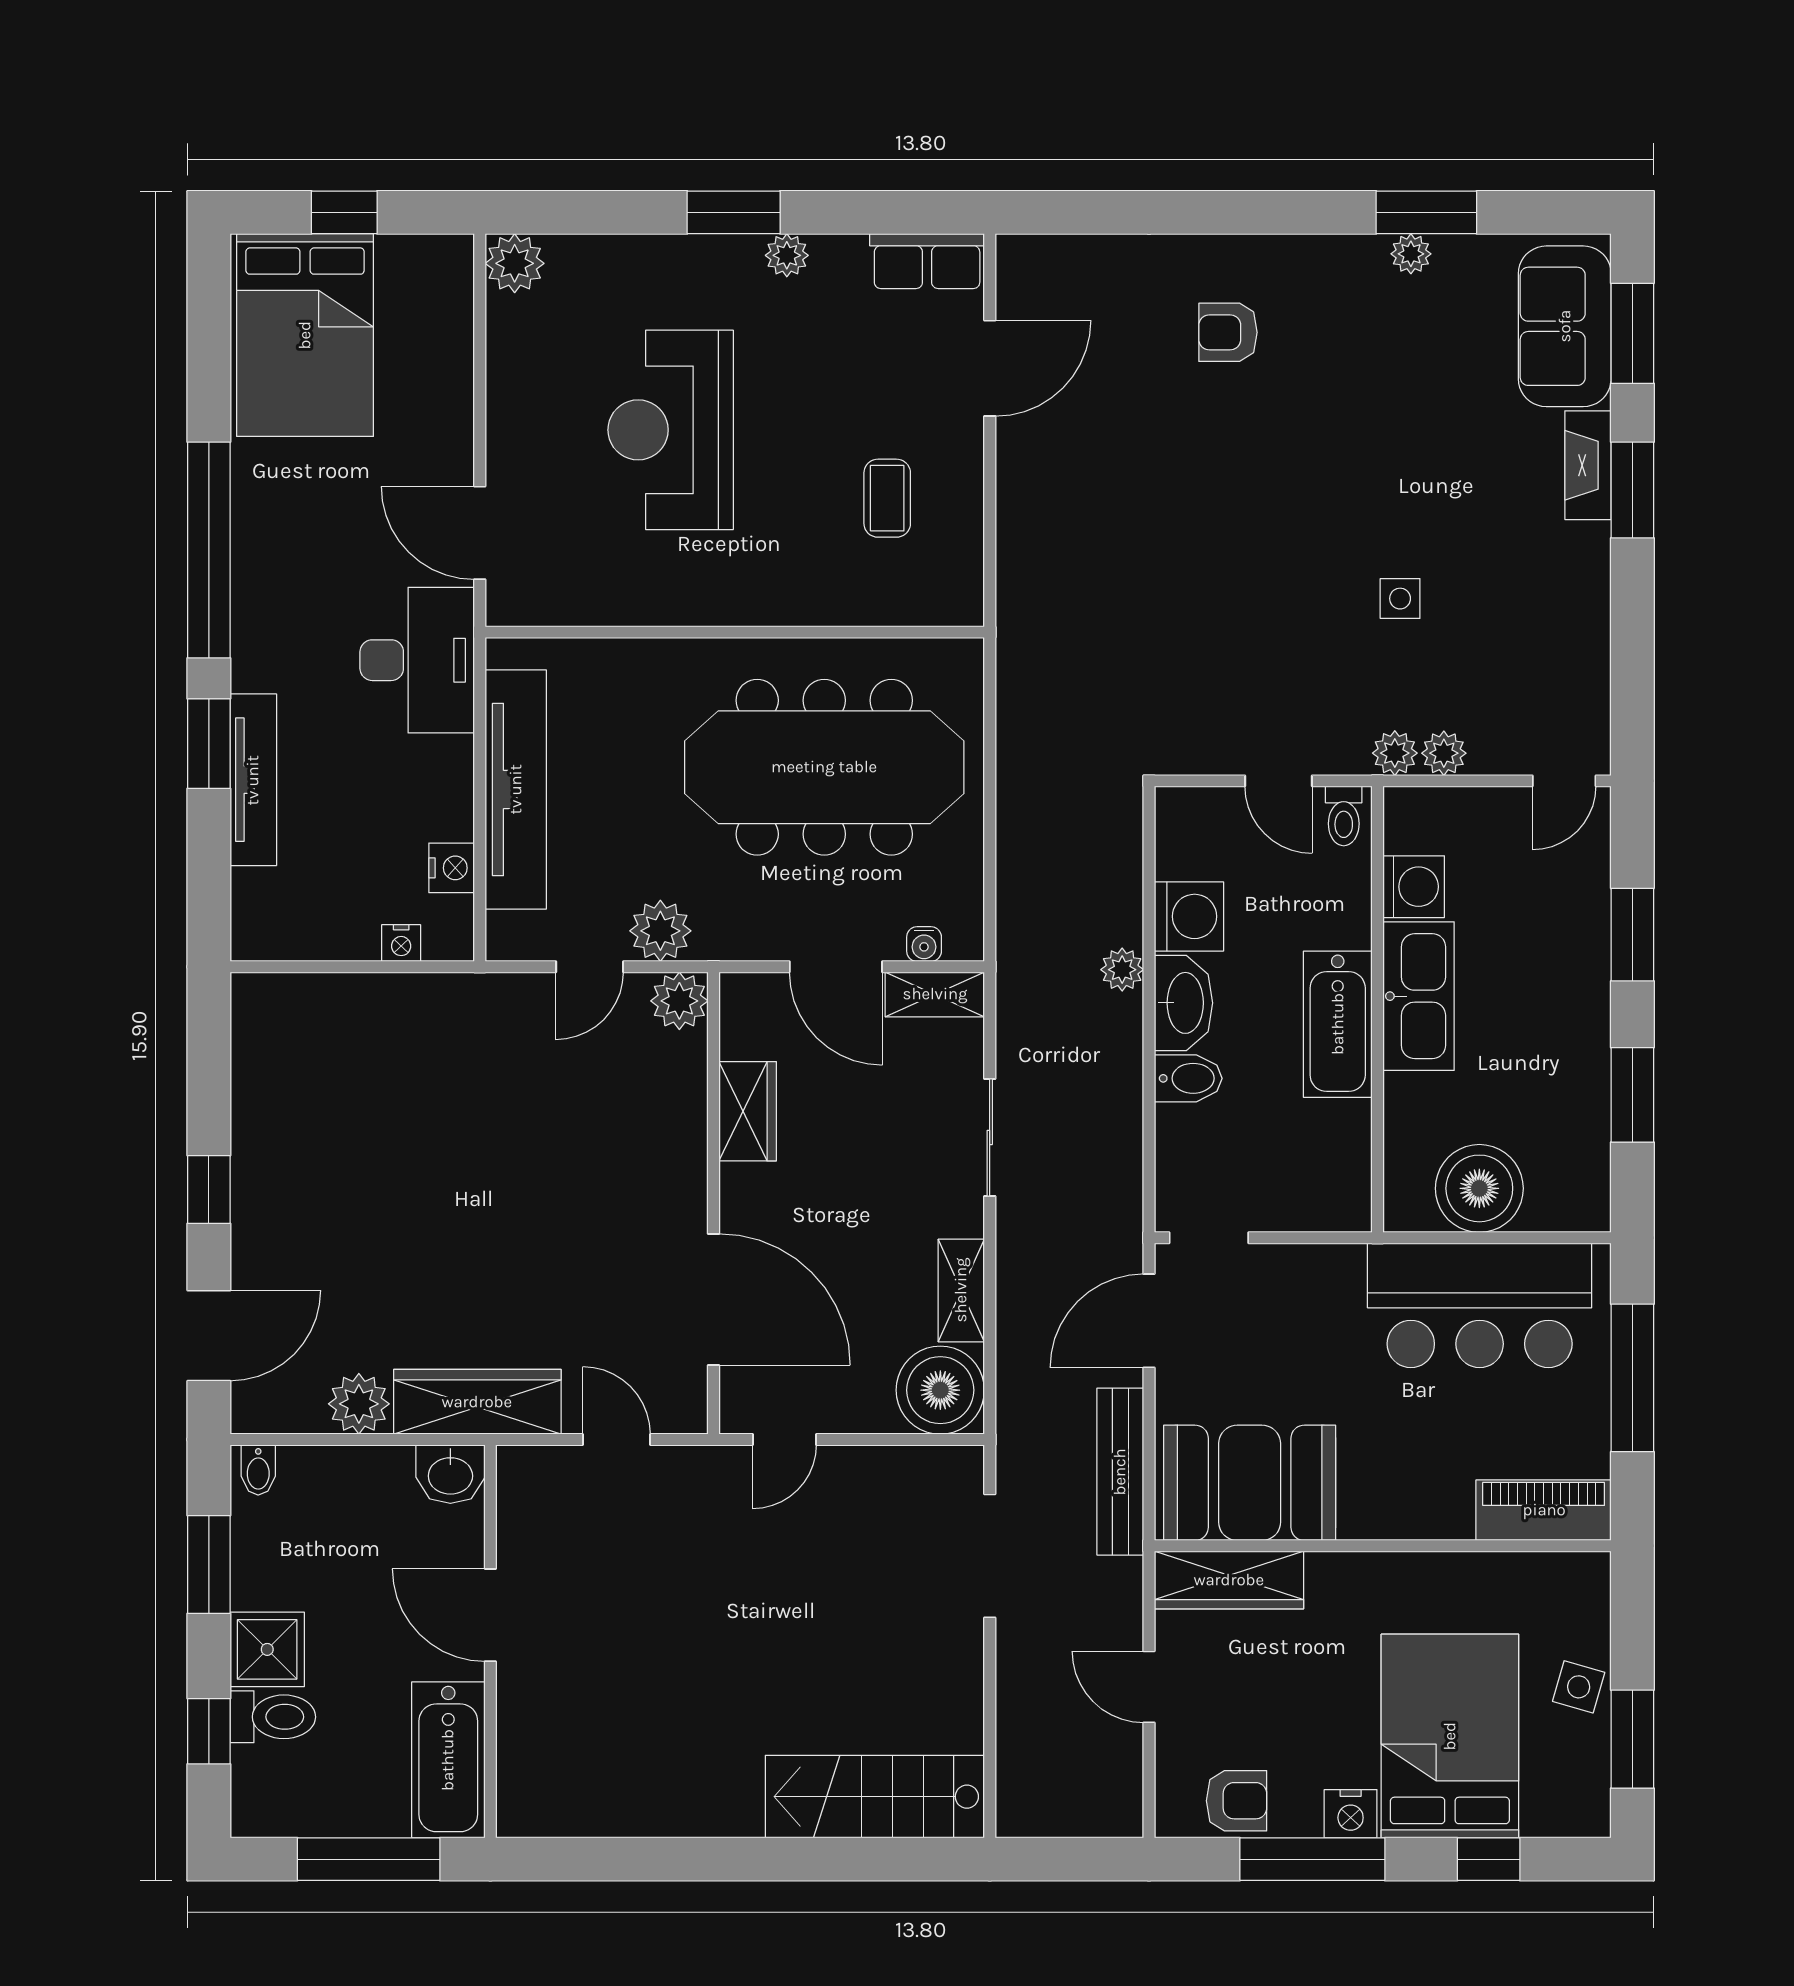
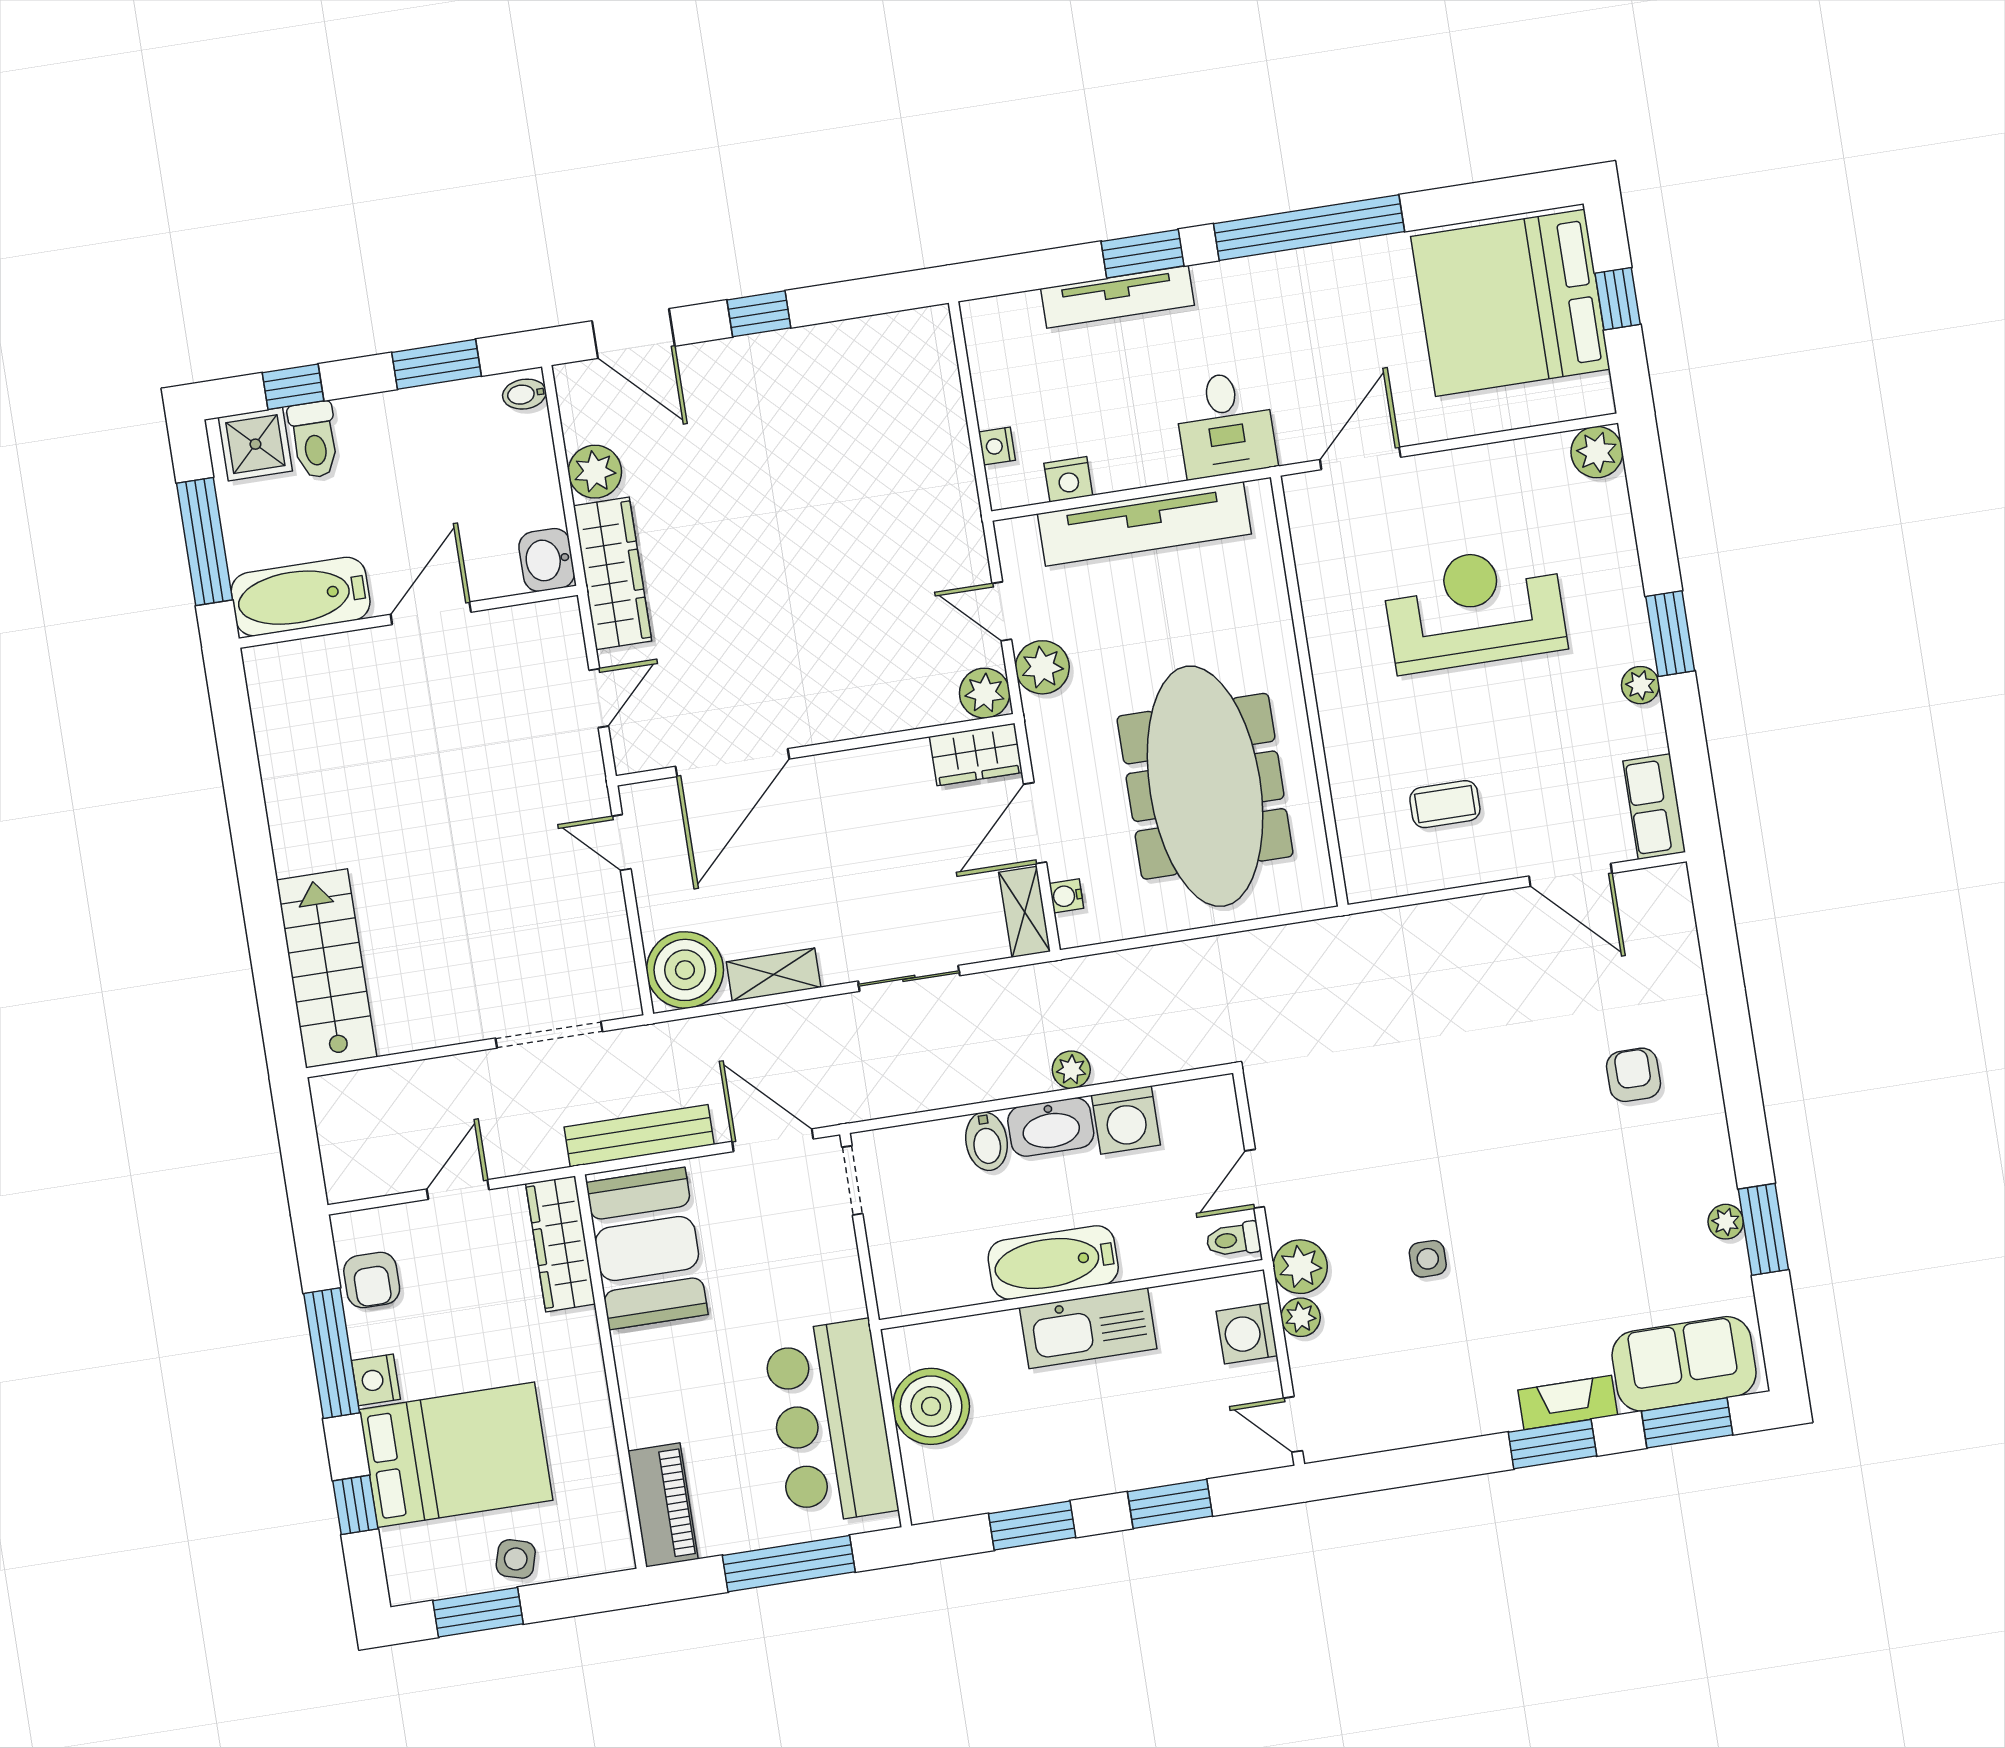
bed: (305, 335) -> (1510, 303), width x1.36
desk: (417, 660) -> (1225, 424), width x0.73
plant: (1395, 753) -> (1300, 1267), width x1.38, depth x1.38
washing machine: (1414, 887) -> (1247, 1333), moved, turned 90
wardrobe: (748, 1111) -> (976, 755), moved
shower: (267, 1649) -> (255, 444), moved

